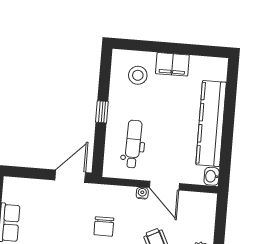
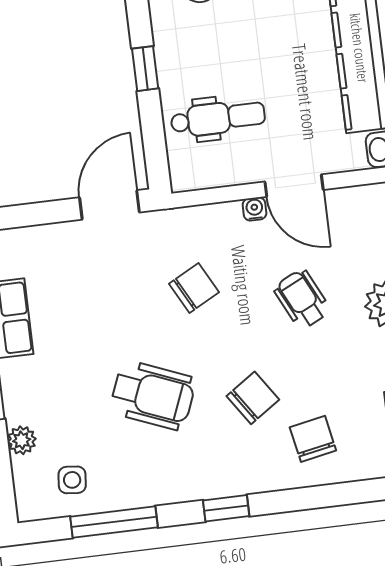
dental chair: (133, 144) -> (218, 118), turned 89
chair: (104, 226) -> (194, 288), turned -118

